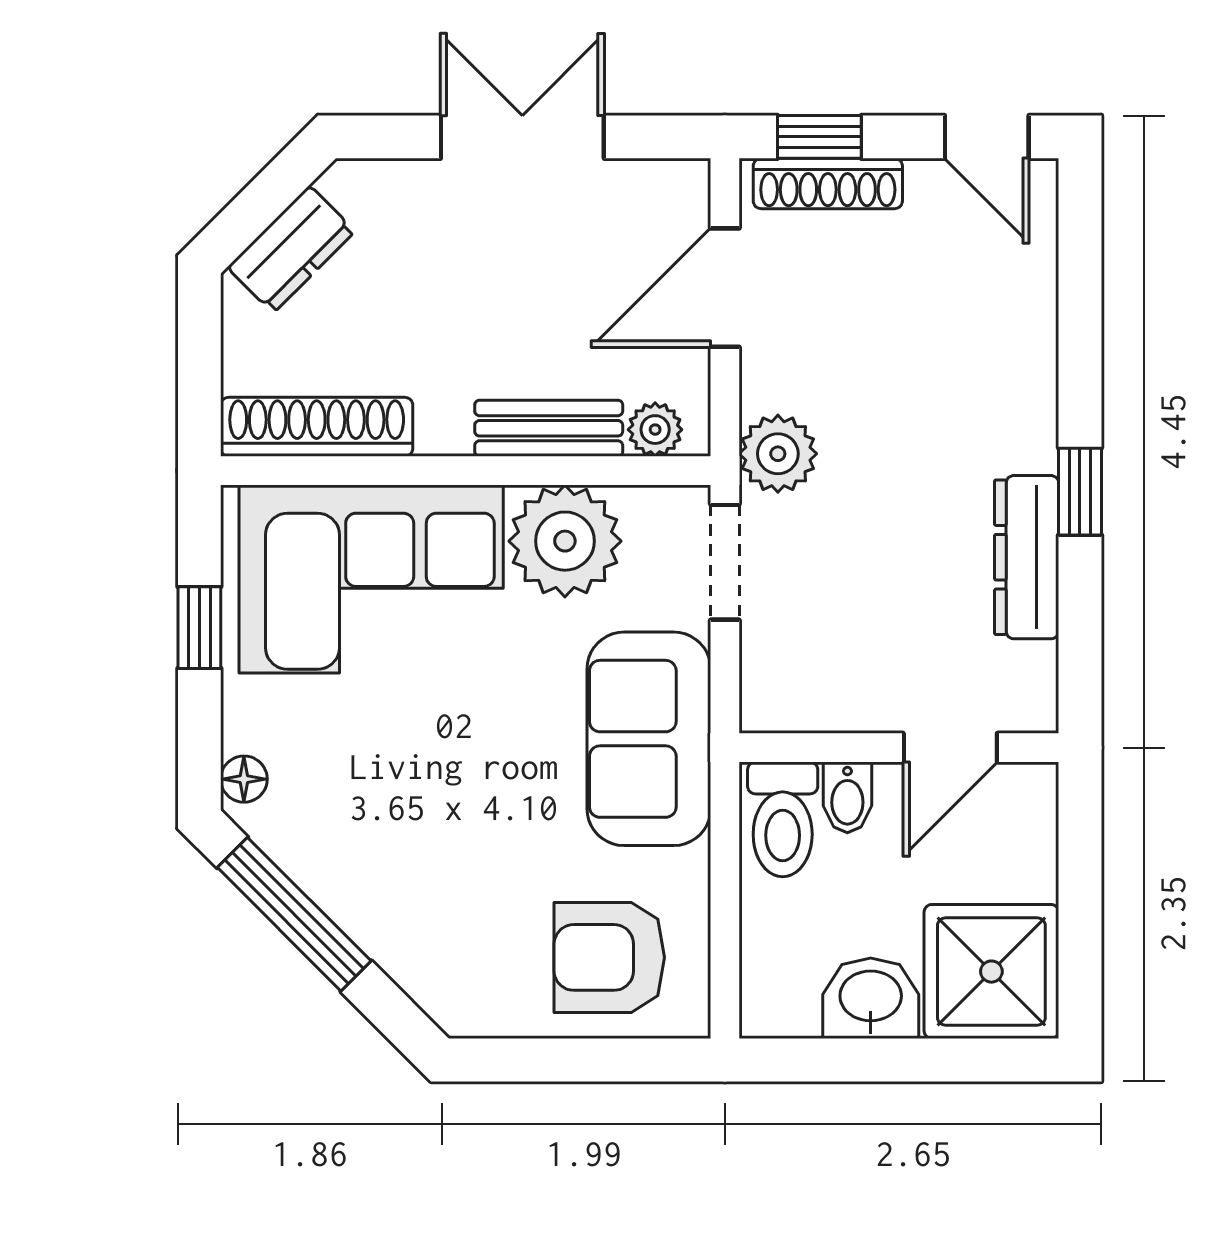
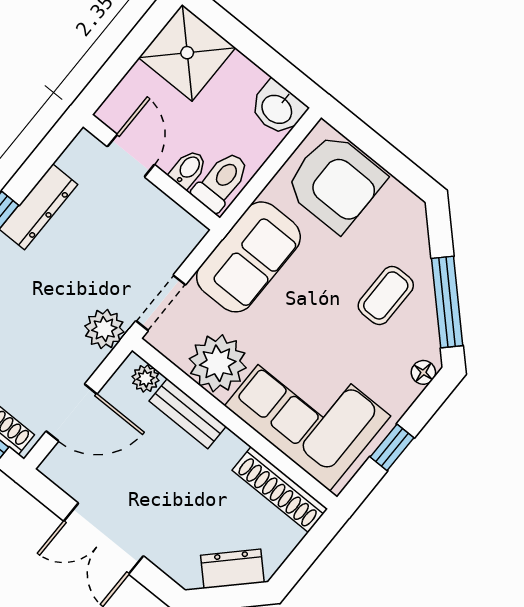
door: (950, 748) -> (131, 156), hinge flipped
coffee table: (395, 849) -> (386, 295), added
armchair: (609, 957) -> (335, 182), width x1.36, depth x1.36
washbasin: (871, 998) -> (278, 108), moved

